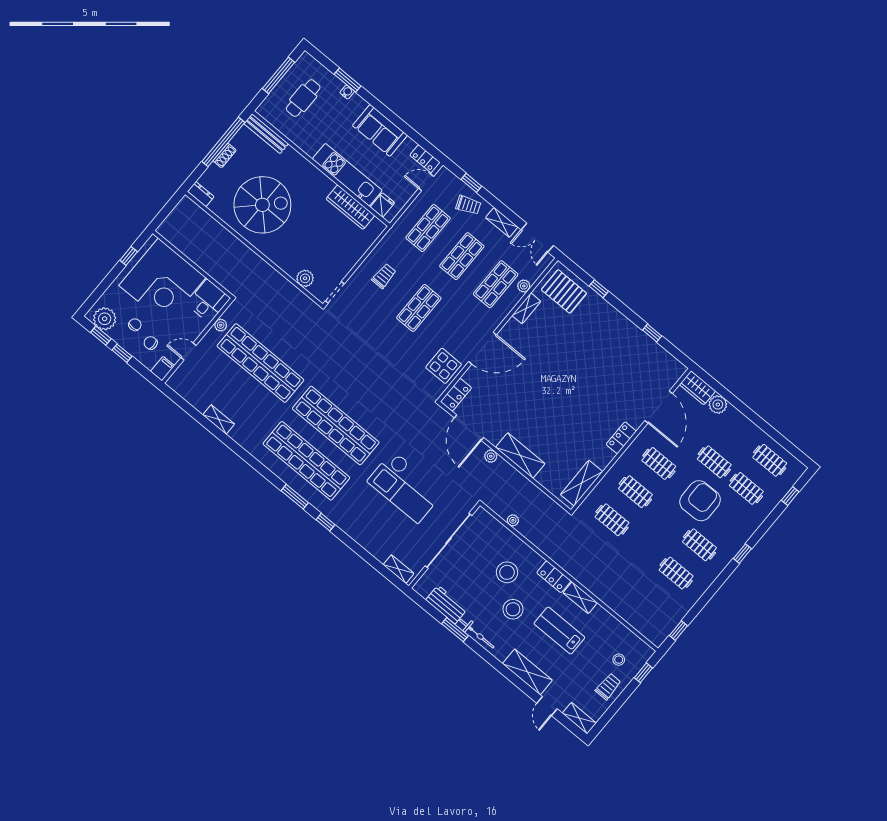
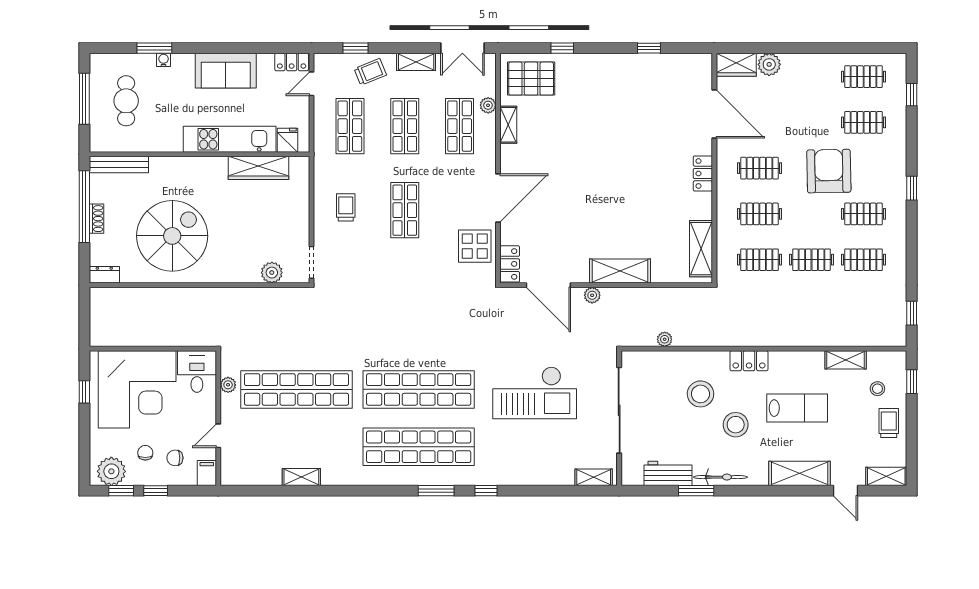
clothes rail: (714, 462) -> (811, 260), moved
shelving: (580, 598) -> (846, 360), moved
lab bench: (559, 631) -> (797, 408), turned 180

